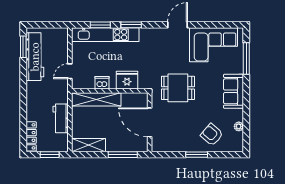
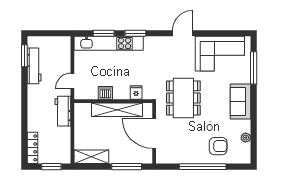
workbench: (35, 57) -> (34, 66), width x0.73, depth x0.76
fridge: (127, 80) -> (136, 92), width x0.53, depth x0.75
dining table: (178, 88) -> (183, 98), width x1.37
shelving: (96, 99) -> (117, 110), moved
workbench: (61, 118) -> (63, 111), moved
armchair: (212, 135) -> (218, 146), turned 140
window: (197, 155) -> (203, 167), width x2.11

